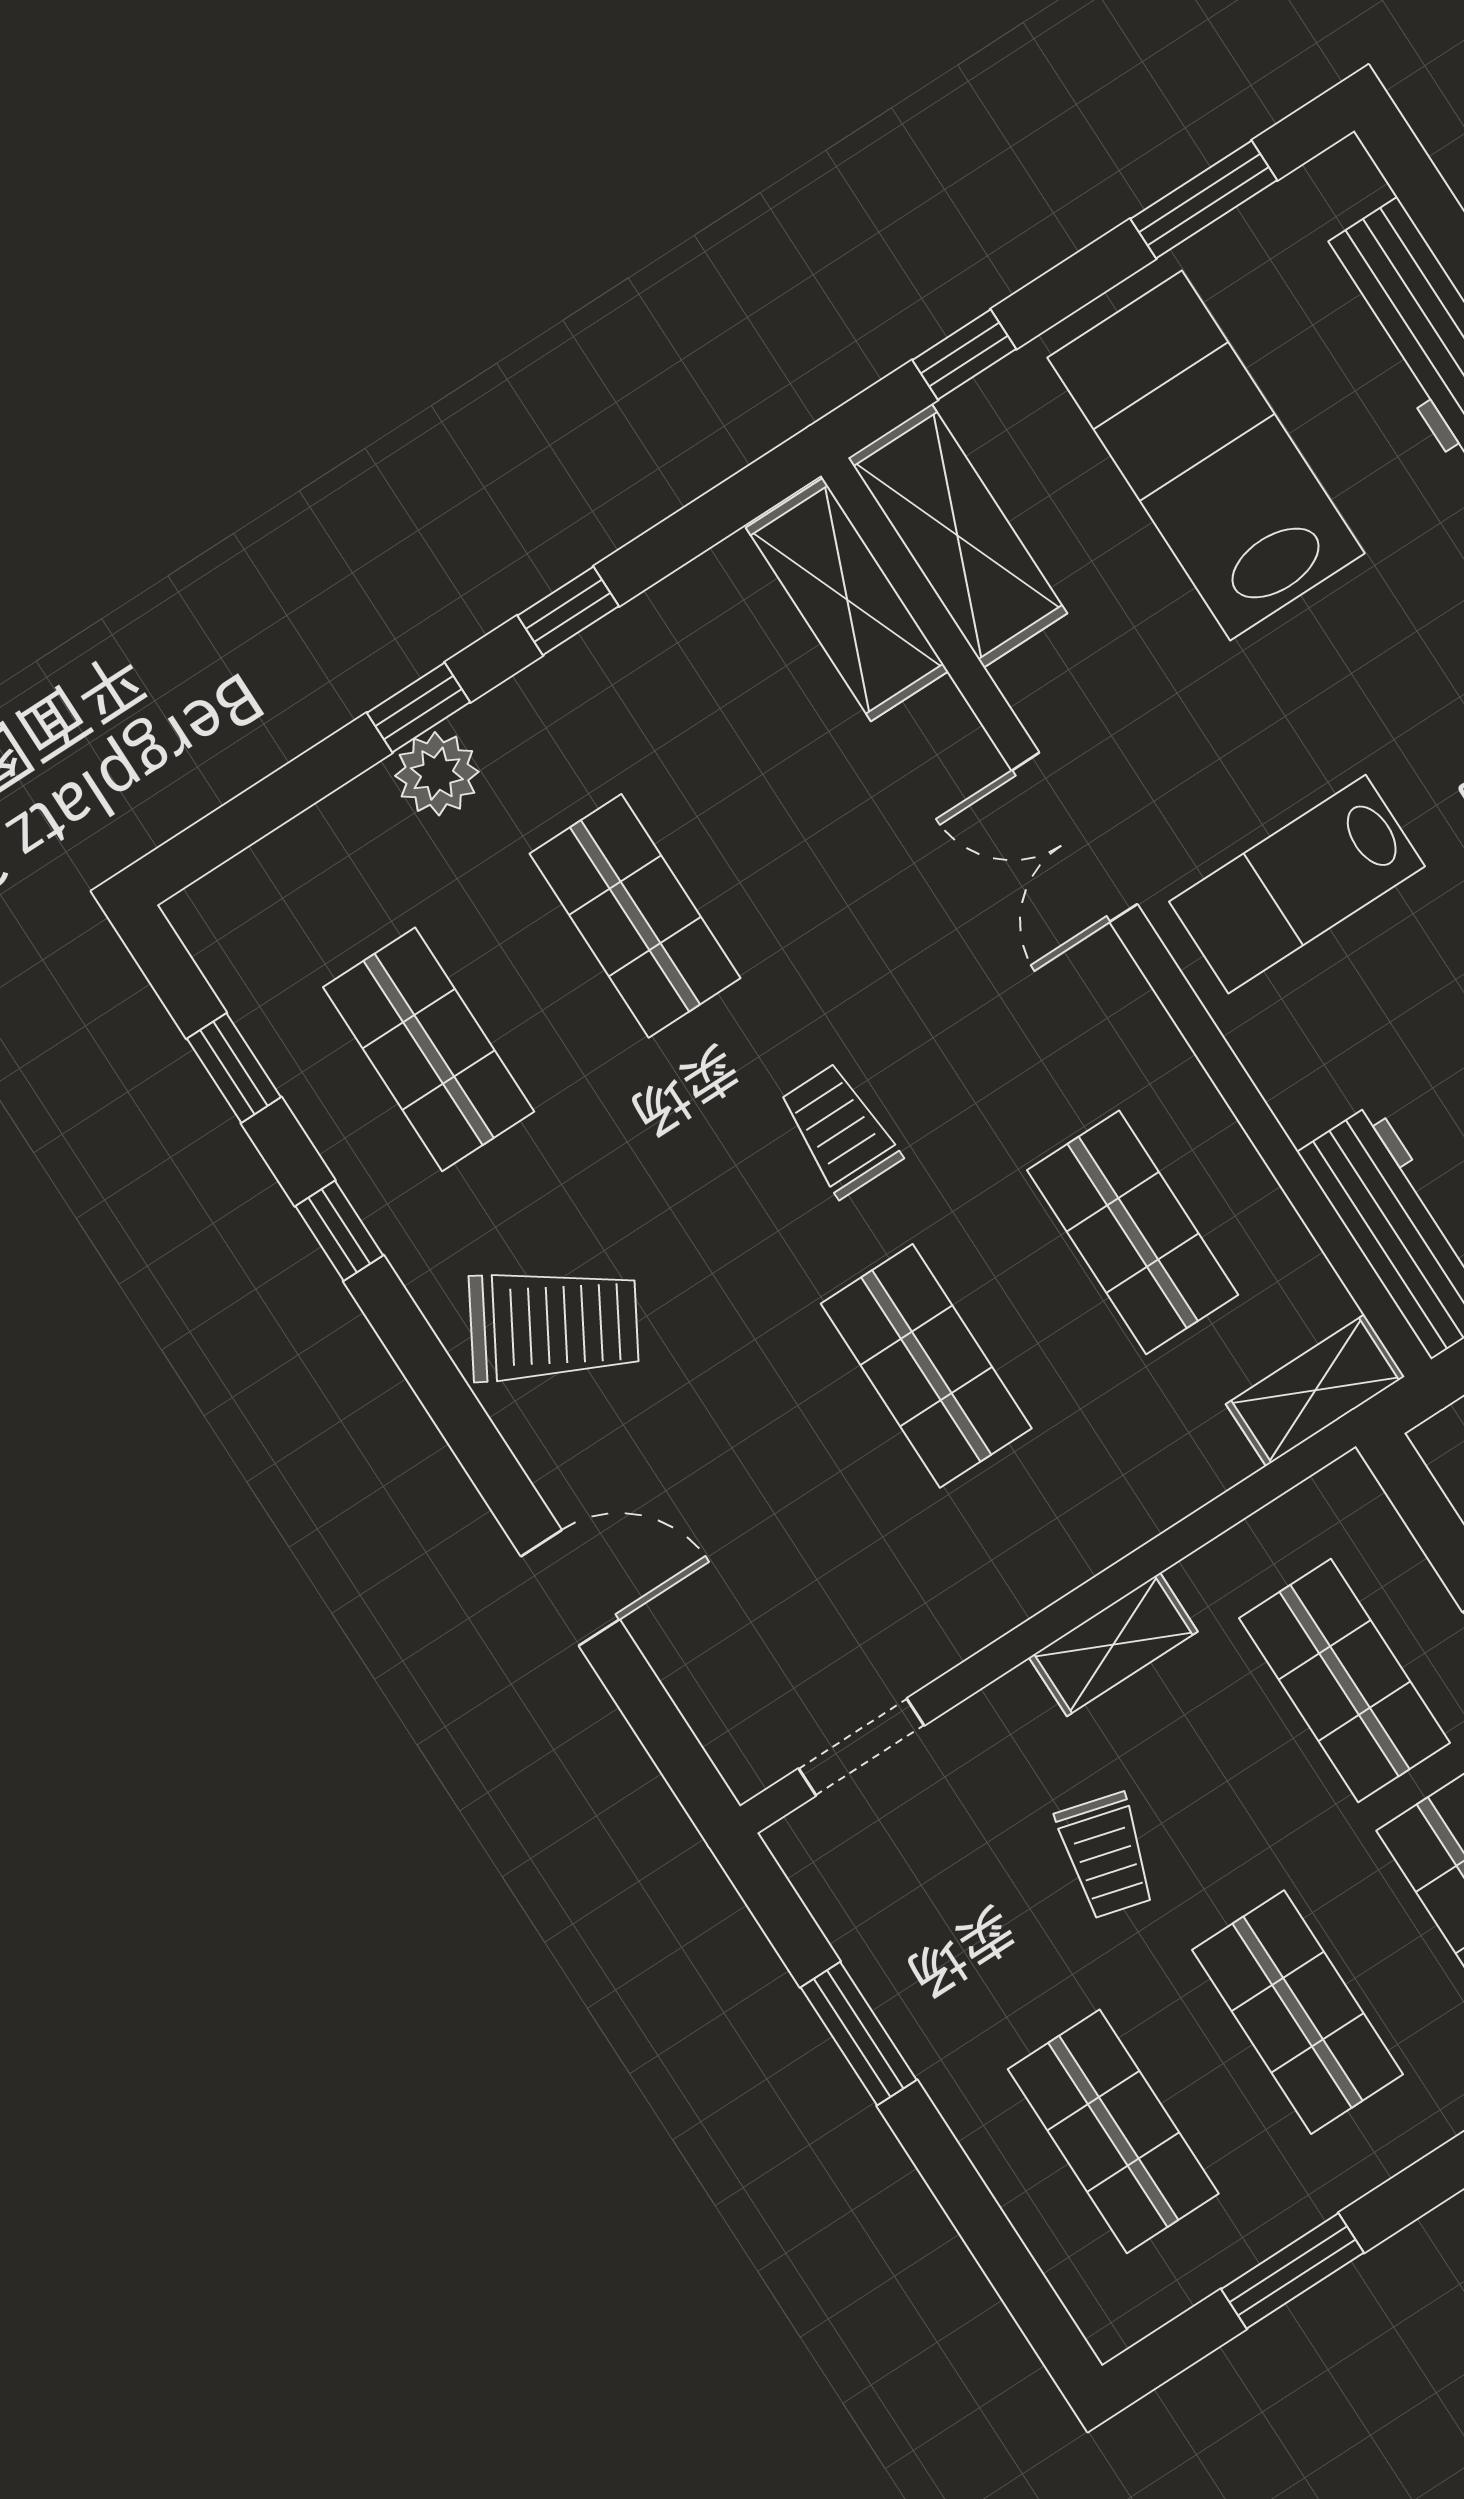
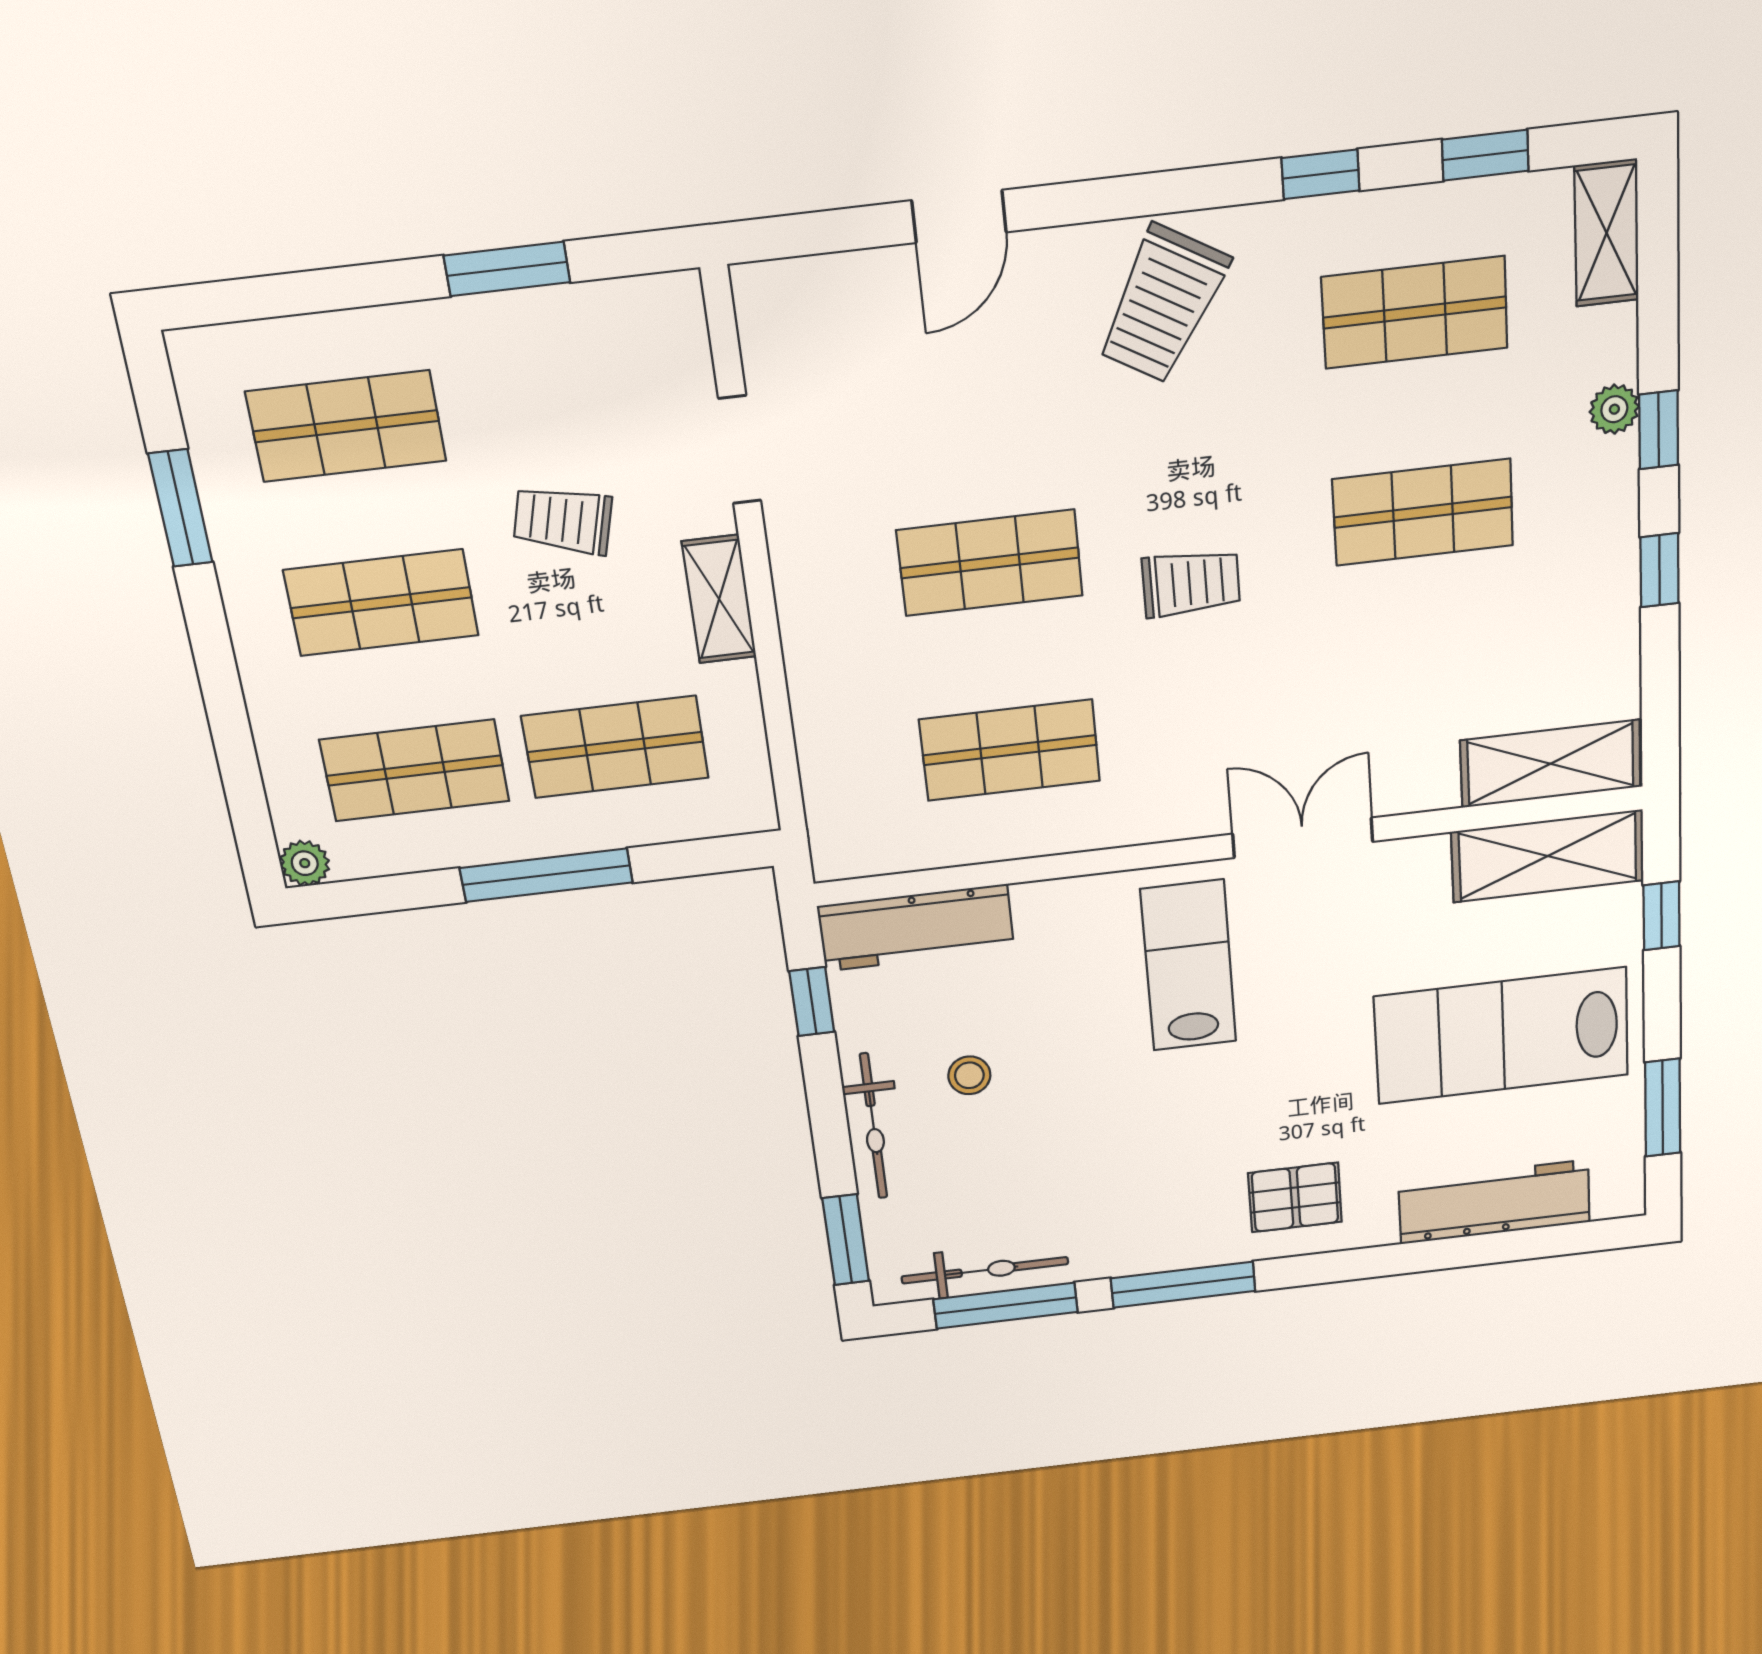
lab bench: (1206, 456) -> (1502, 1036), turned 180
plant: (437, 774) -> (1614, 409), width x0.73, depth x0.73
shelving: (1315, 1390) -> (1607, 233), moved
doorway: (861, 1747) -> (740, 450), moved

